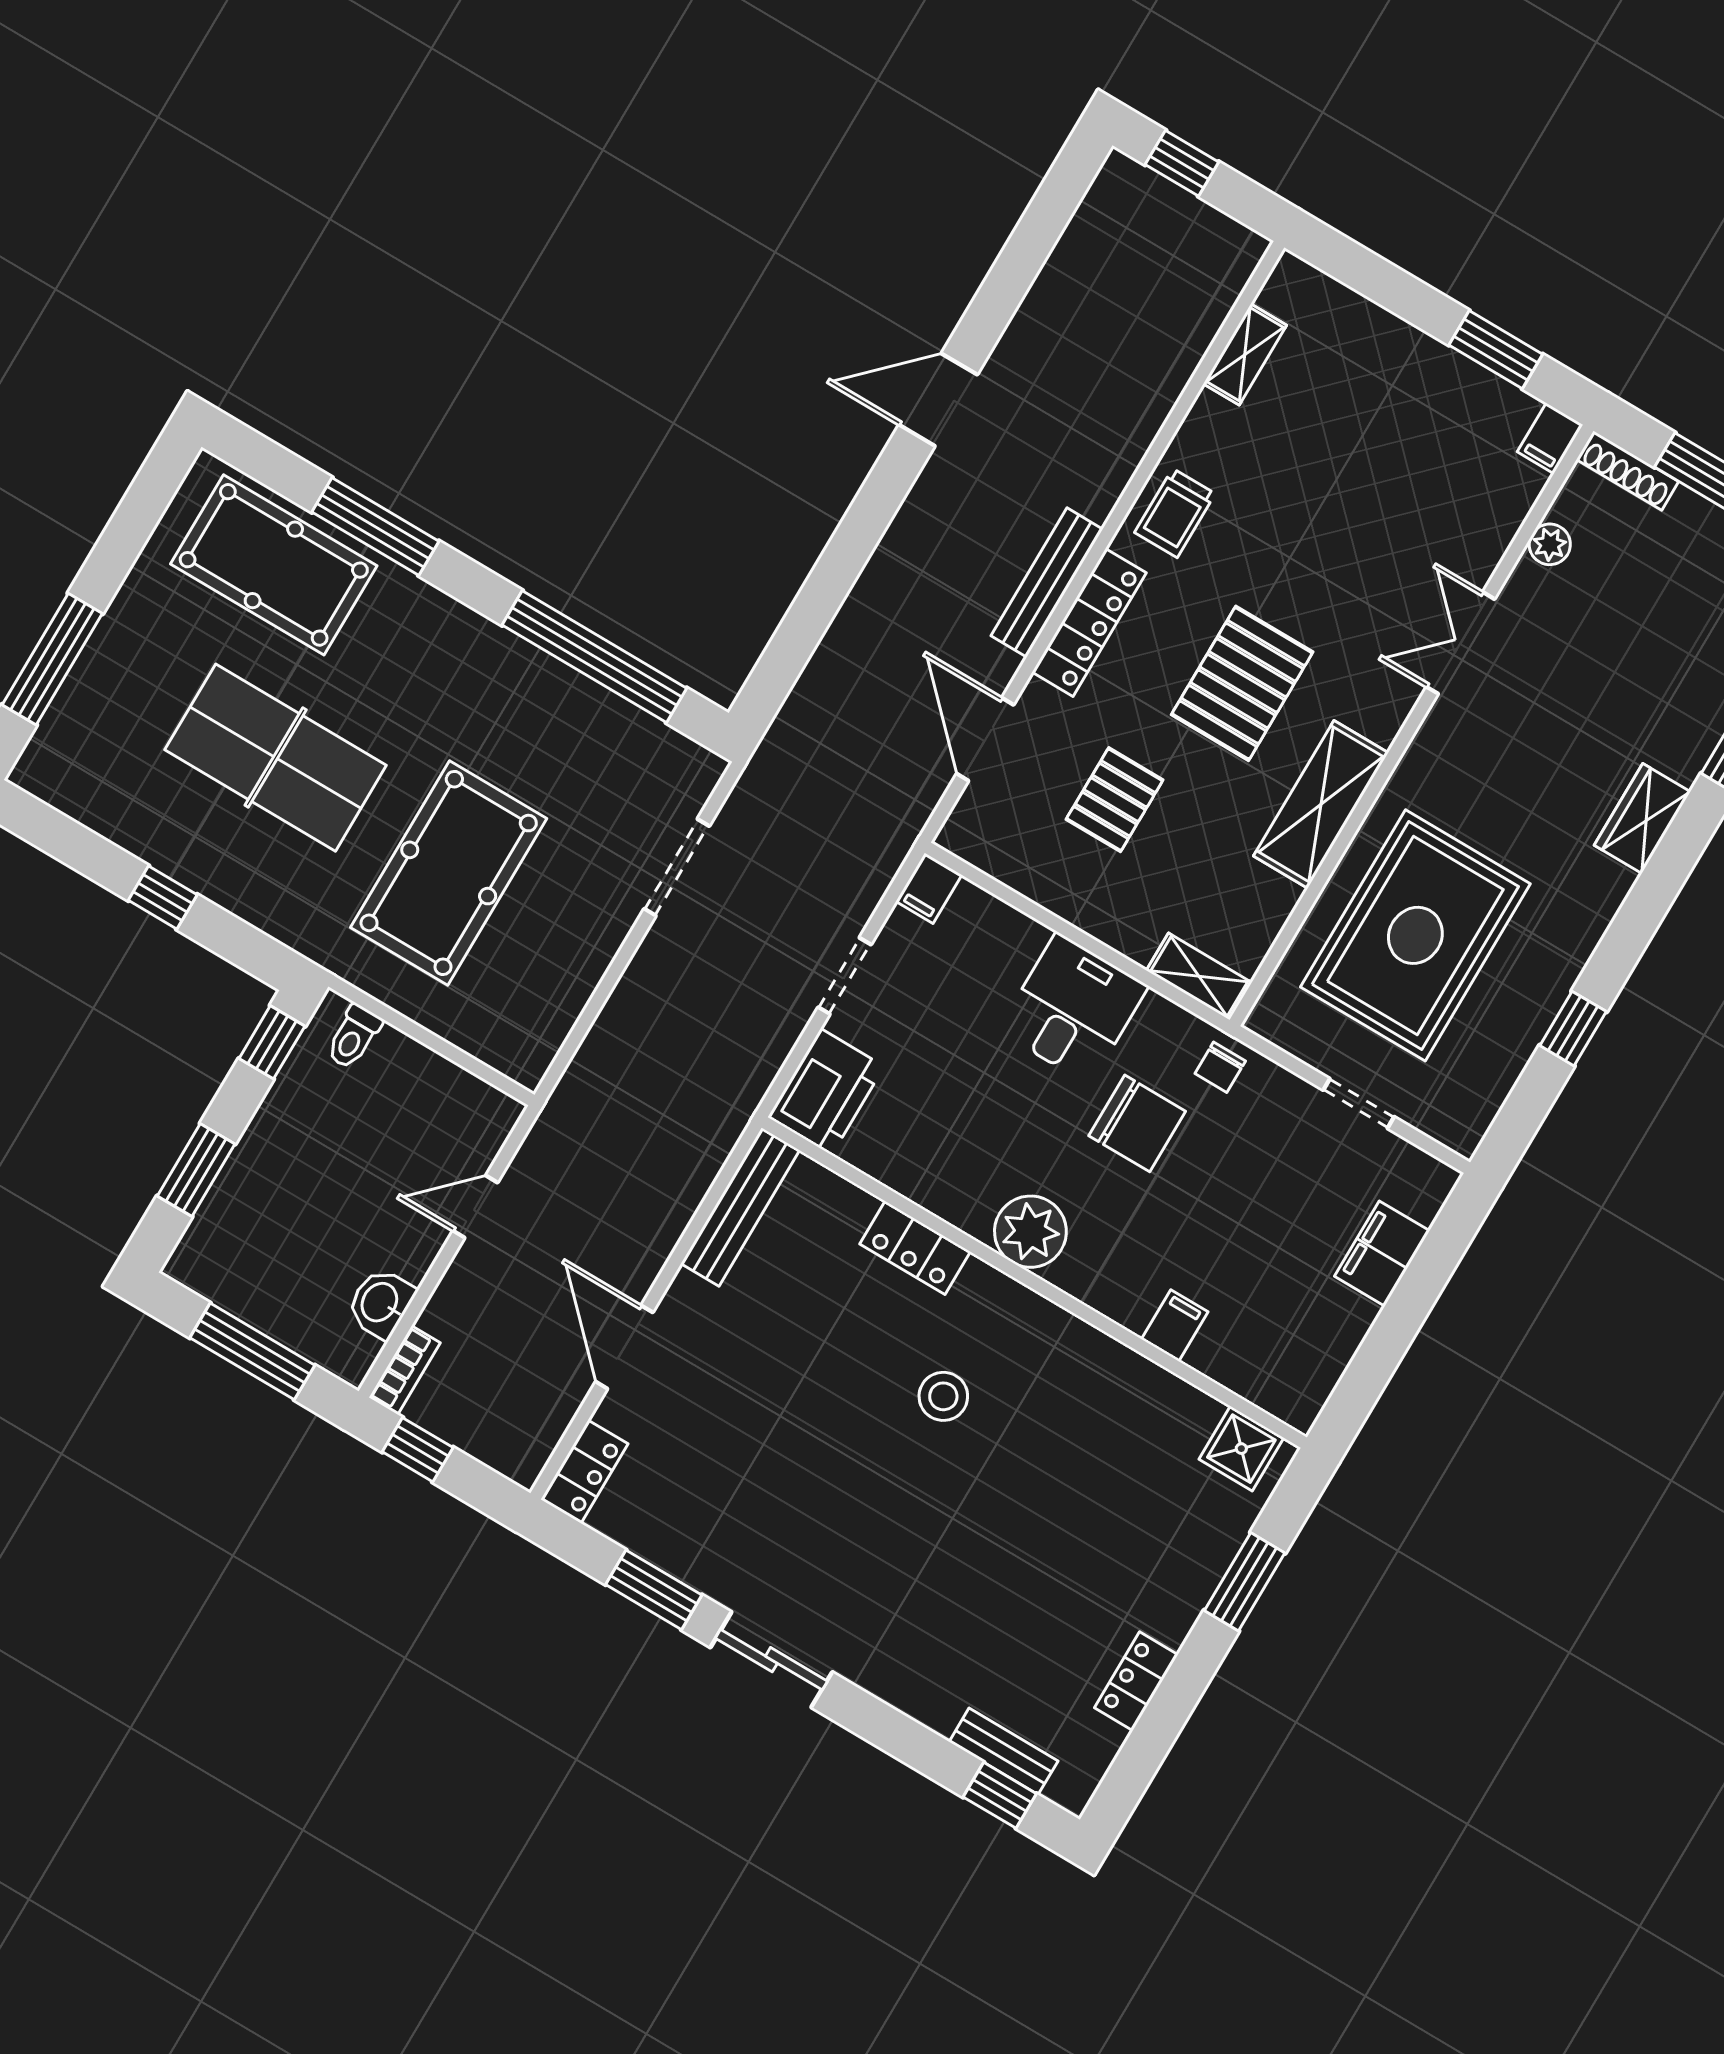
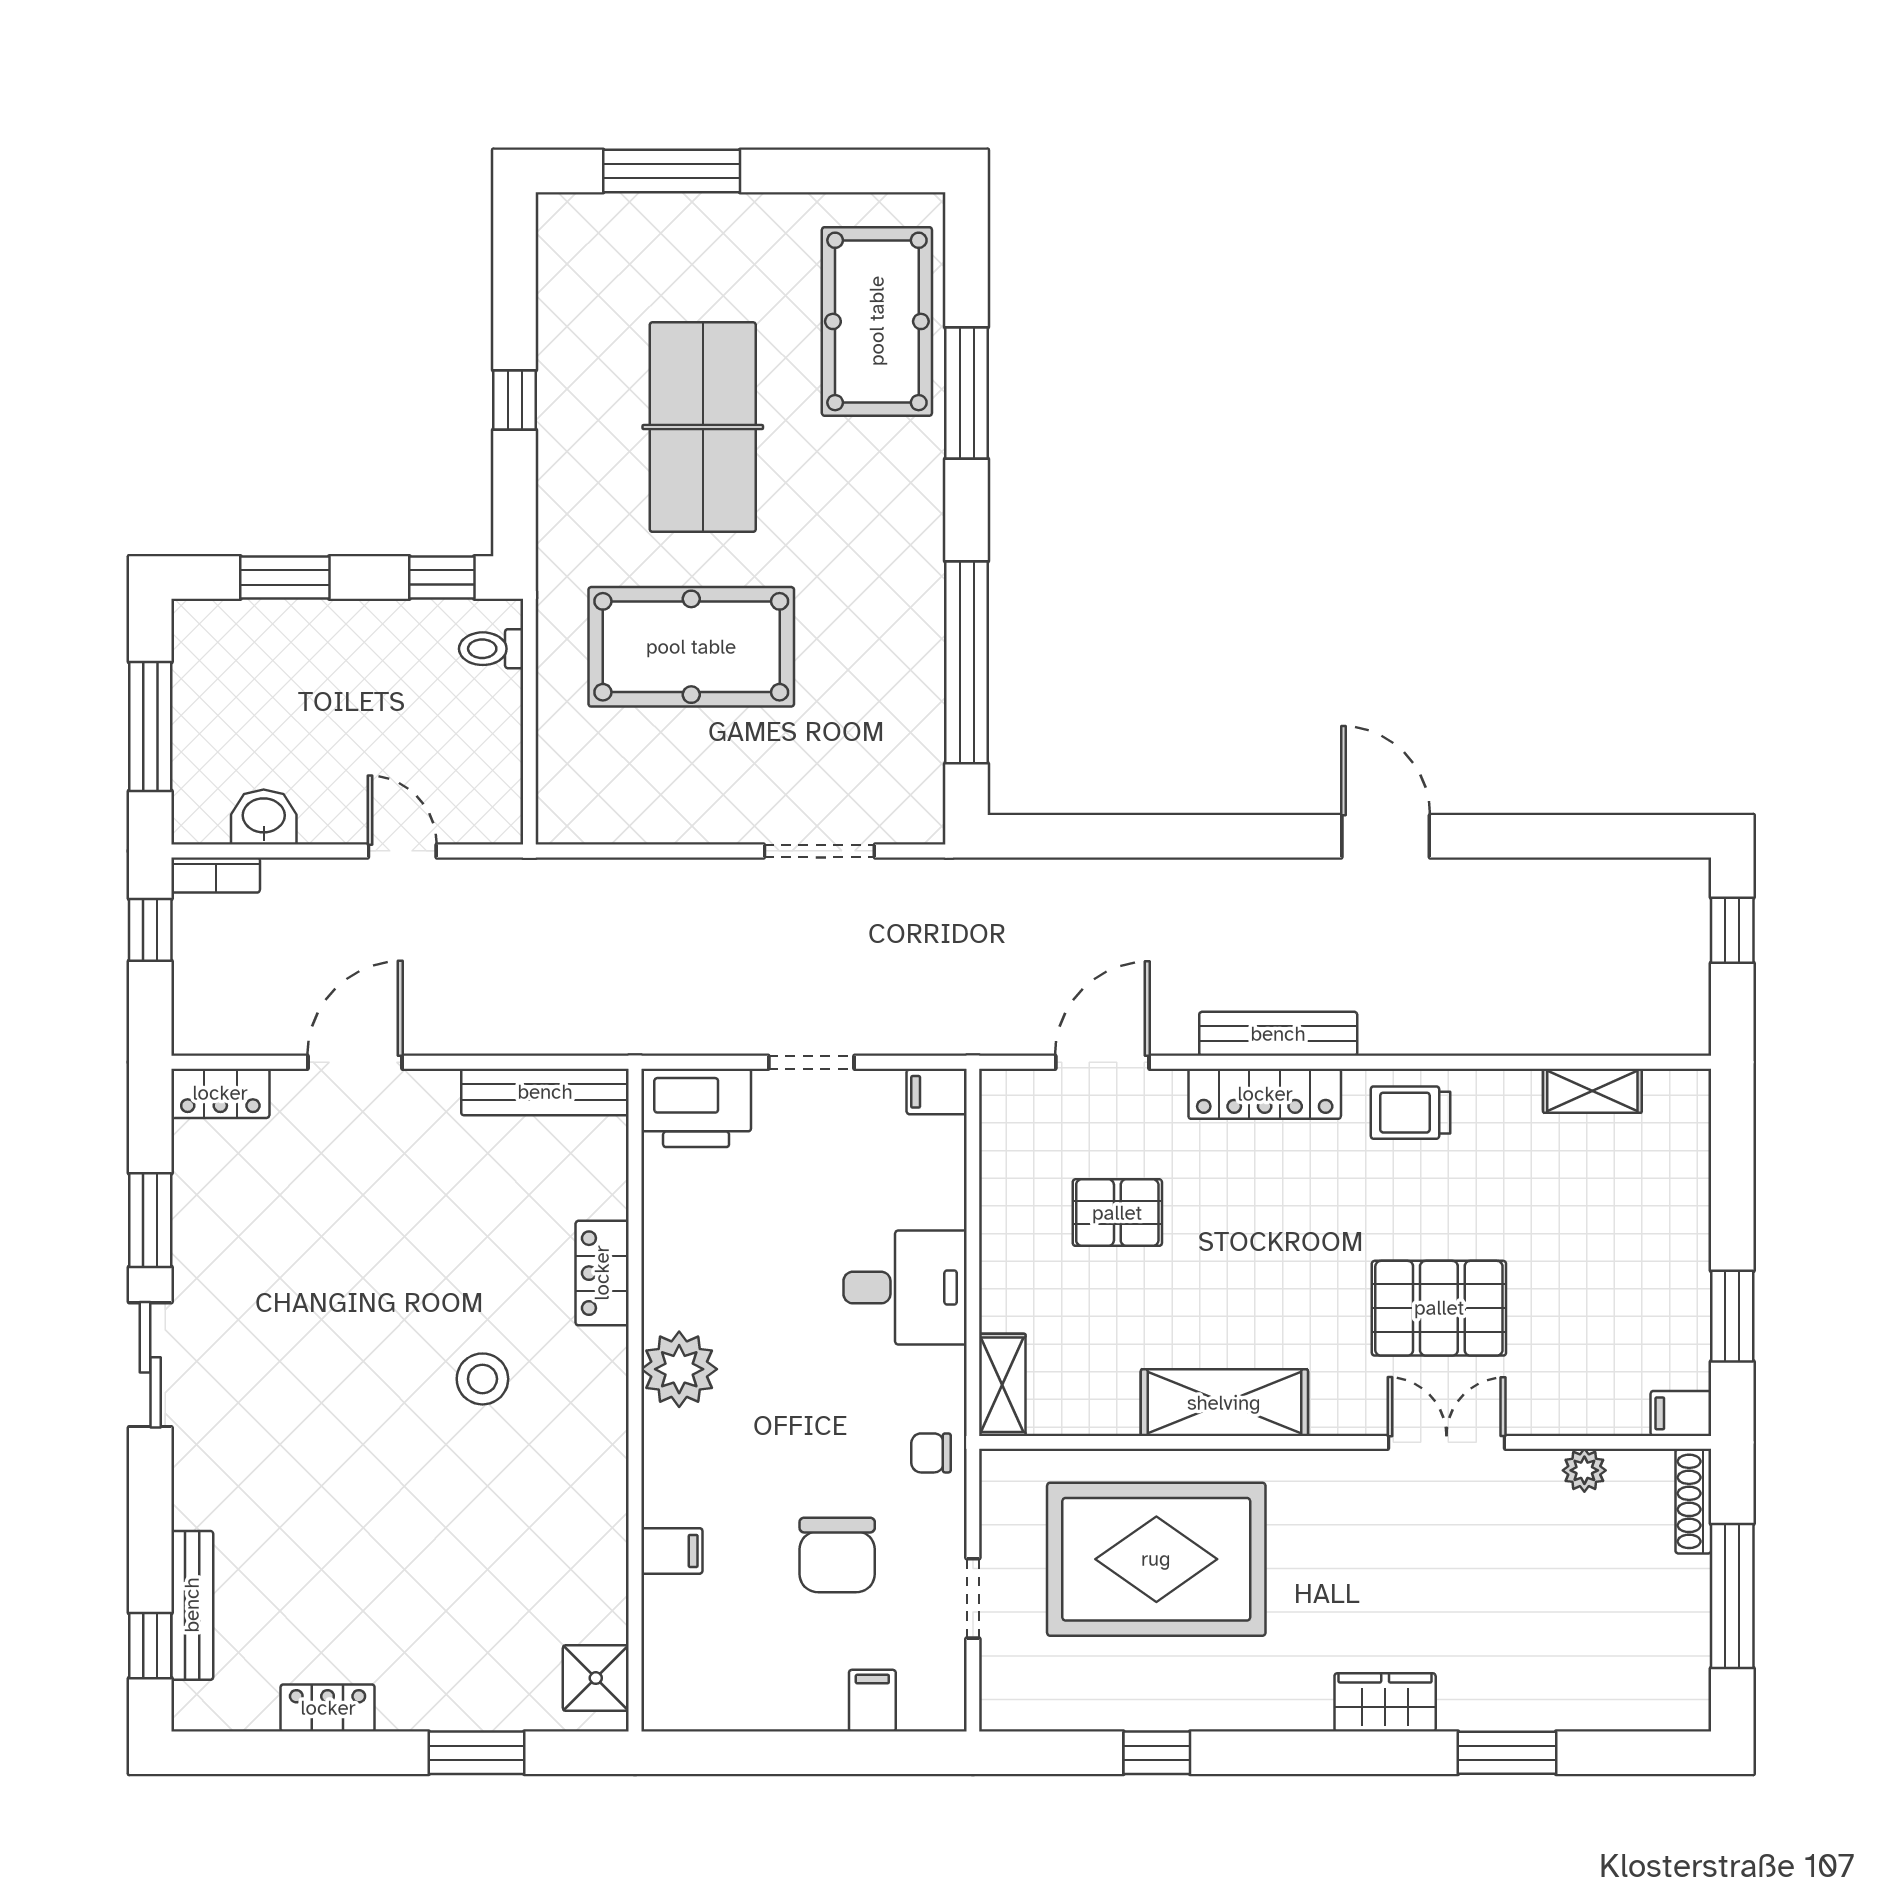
pallet: (1242, 683) -> (1439, 1308), moved
chair: (1137, 1123) -> (837, 1555), moved
filing cabinet: (1382, 1254) -> (872, 1701), width x0.50
bench: (1004, 1751) -> (192, 1605), width x1.36

